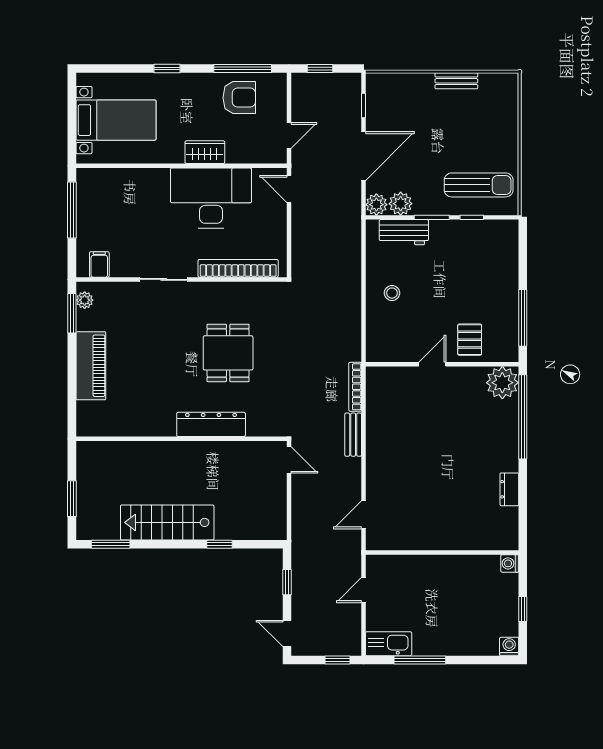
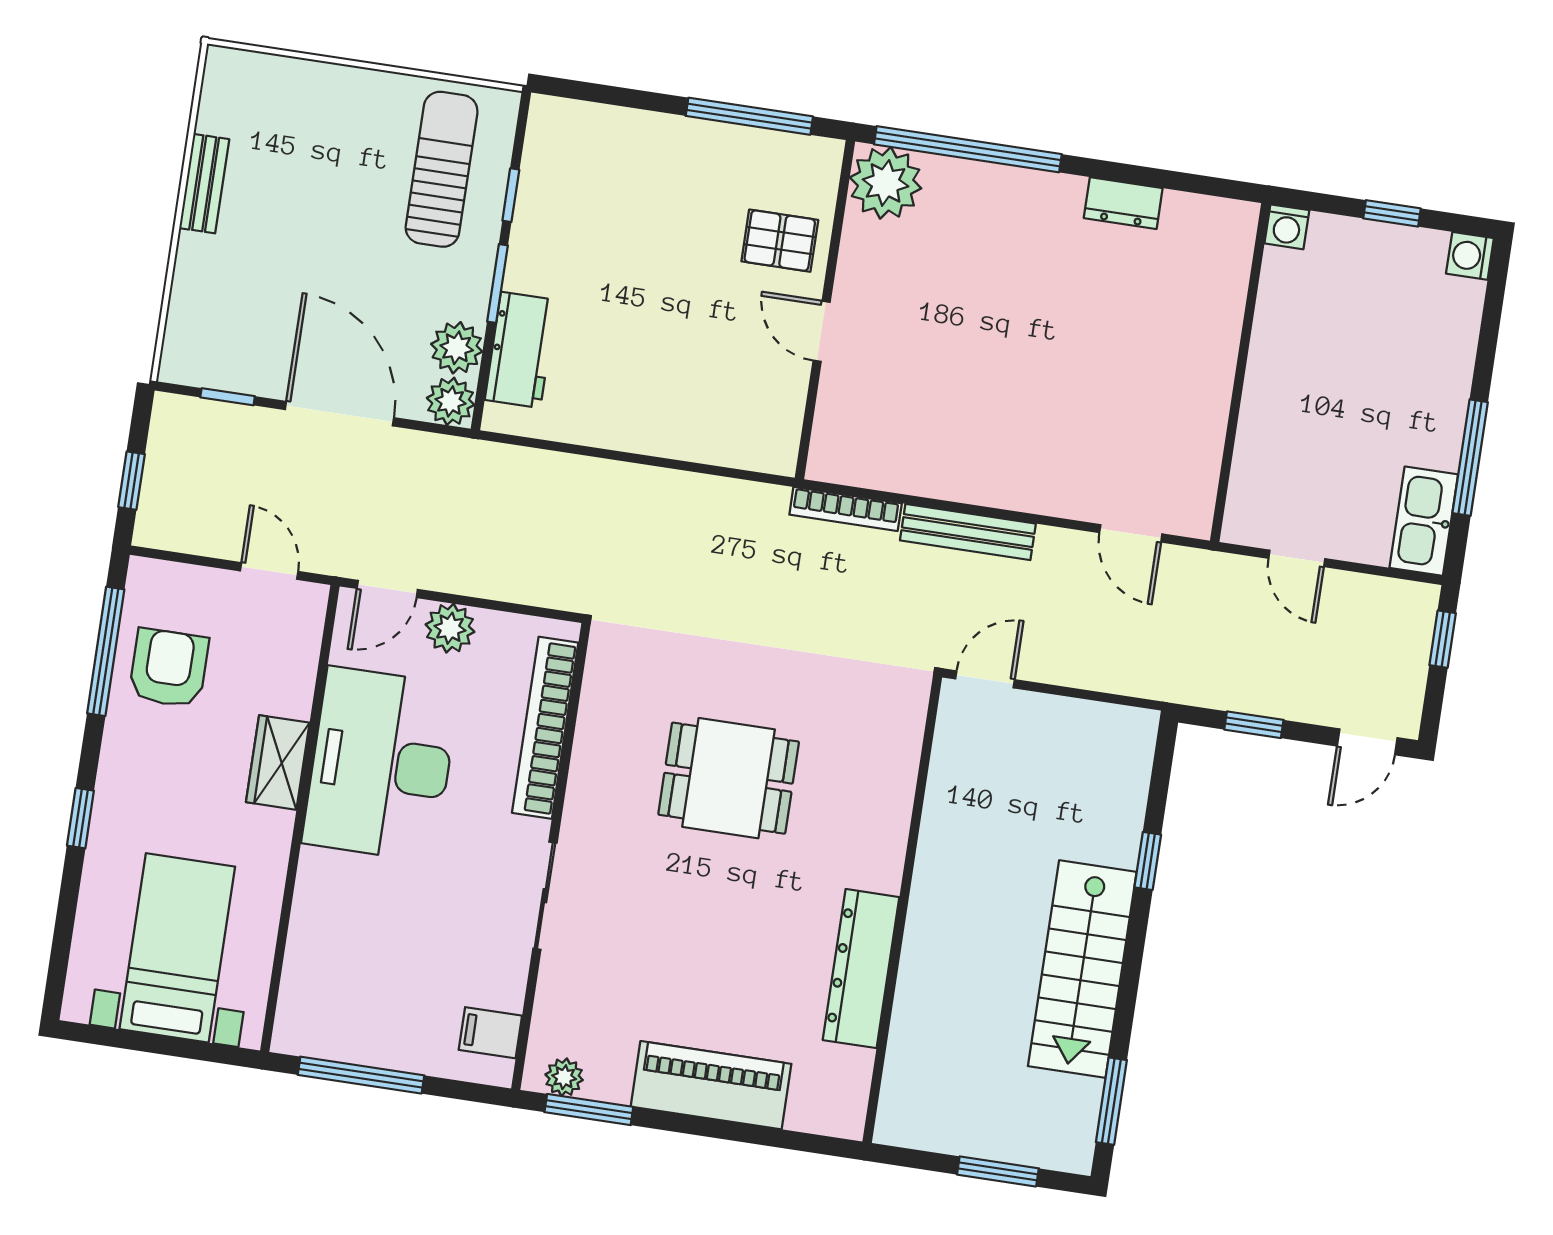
plant: (276, 219) -> (450, 628), added
stool: (392, 293) -> (651, 396), removed
dresser: (211, 424) -> (861, 969), moved
bench: (353, 435) -> (968, 532), width x1.36

